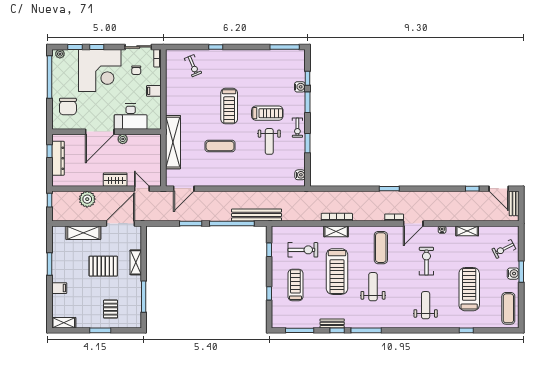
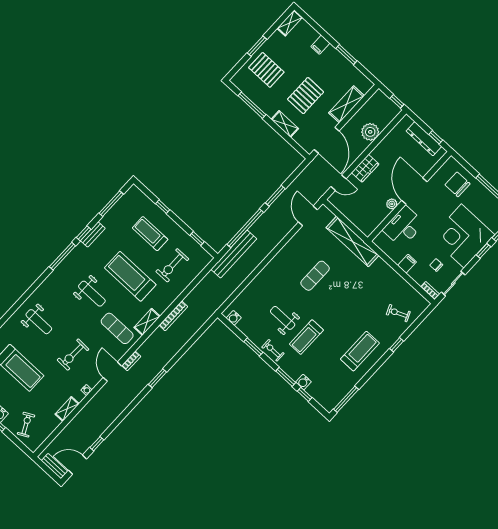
treadmill: (229, 106) -> (360, 351), moved, turned 90
shelving: (336, 231) -> (147, 322), moved
exercise bike: (426, 261) -> (73, 355), turned 92
treadmill: (295, 285) -> (150, 234), turned 180
pallet: (111, 309) -> (266, 70), width x1.50, depth x1.42

